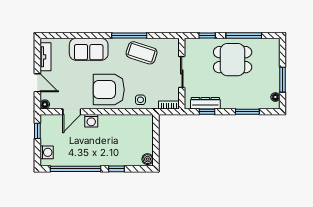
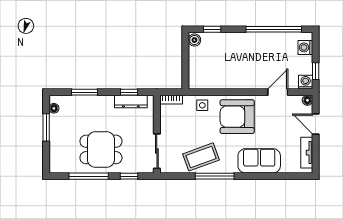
coffee table: (142, 53) -> (201, 157), turned -38
sliding door: (182, 72) -> (157, 151), moved
armchair: (109, 90) -> (237, 117), turned 180
washing machine: (91, 121) -> (306, 82), moved
window: (116, 169) -> (212, 29), moved

